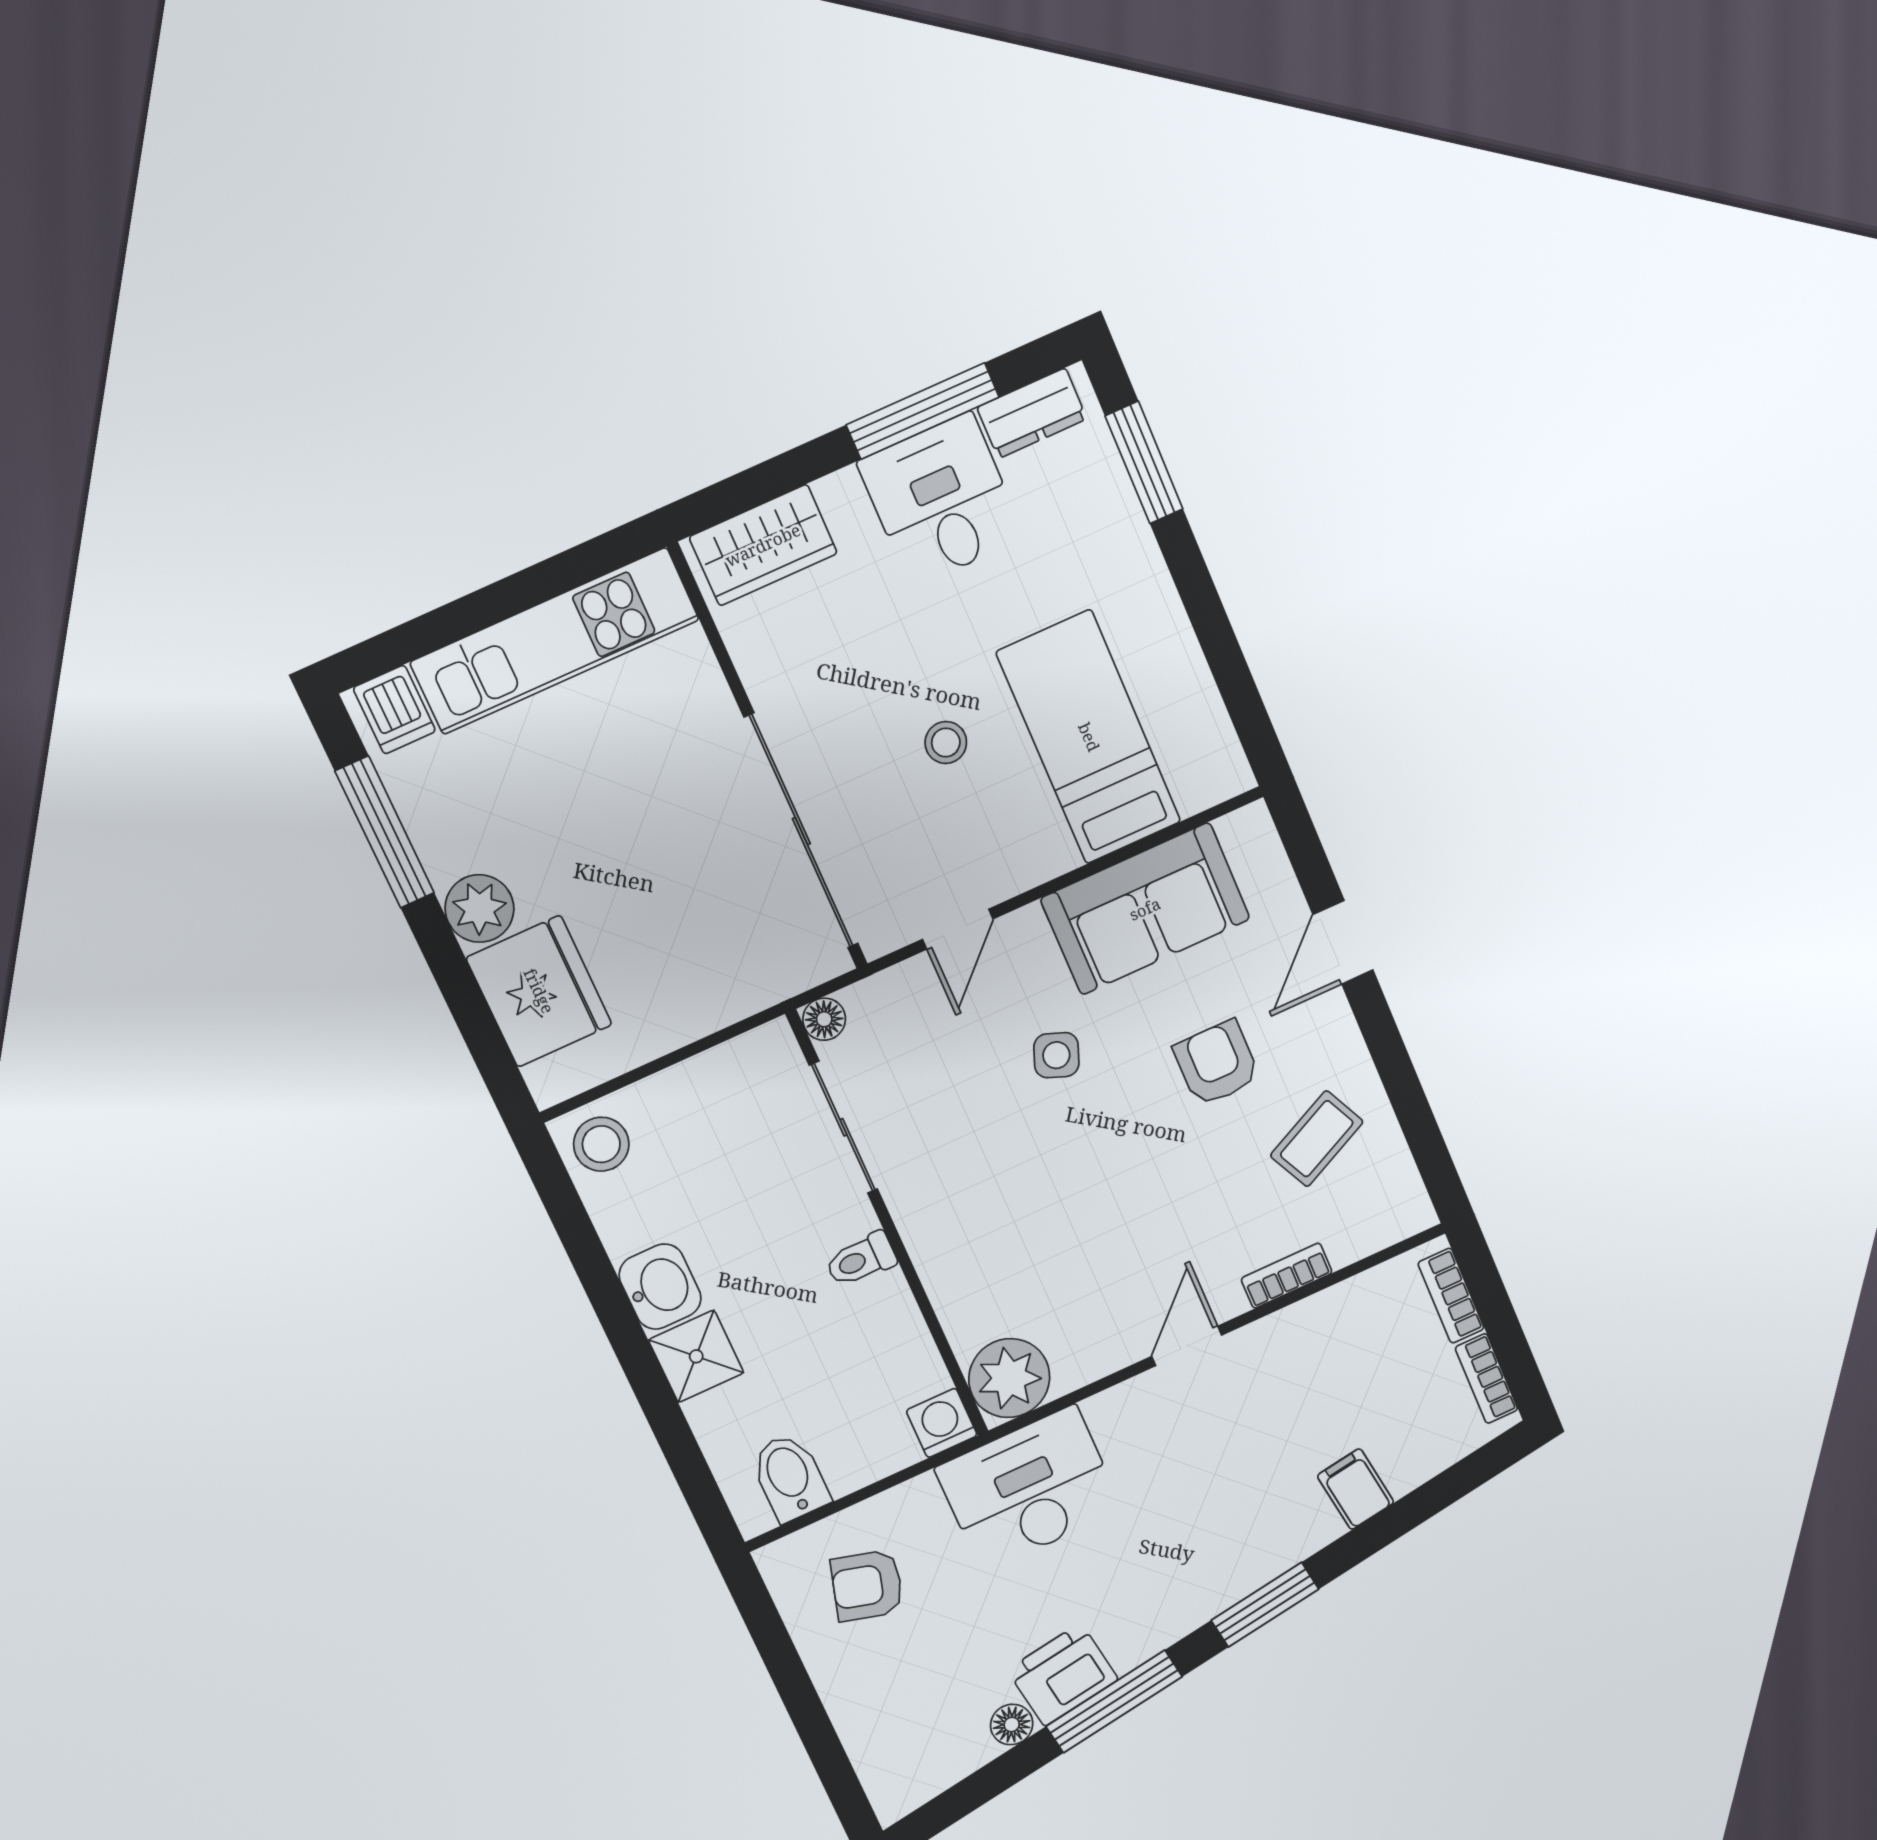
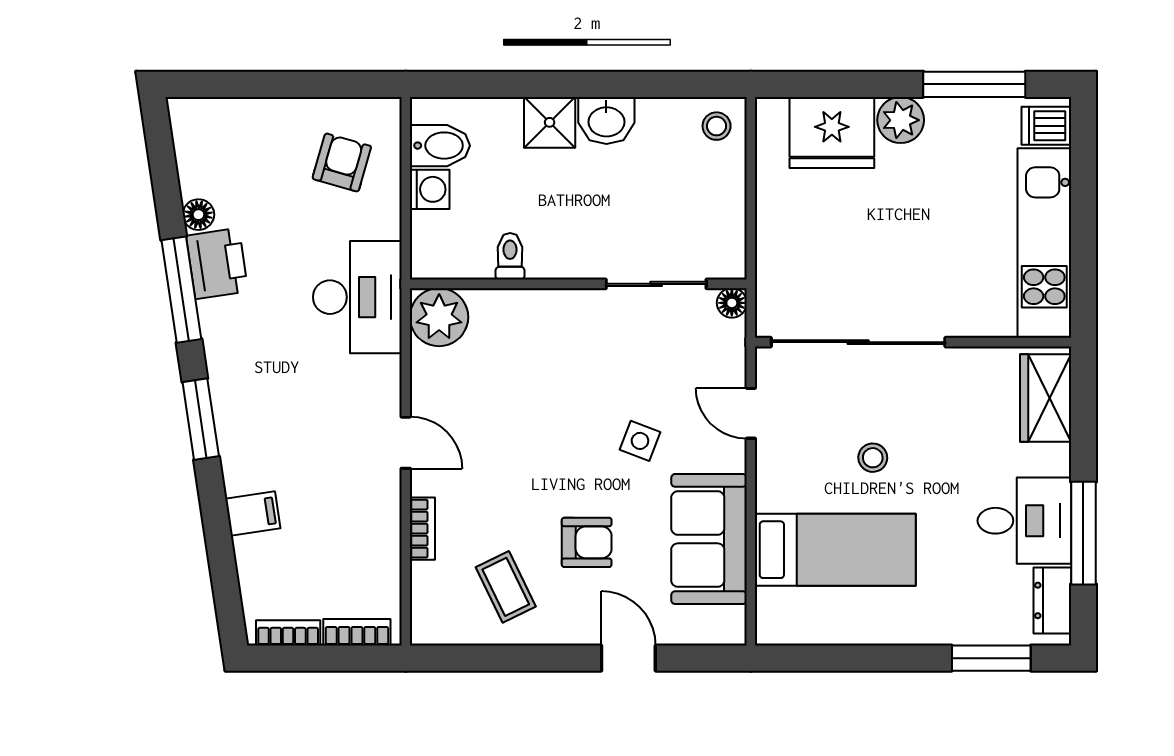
stool: (601, 1144) -> (717, 126), width x0.73, depth x0.73
toilet: (861, 1260) -> (510, 256), moved
washing machine: (942, 1423) -> (430, 189), moved

